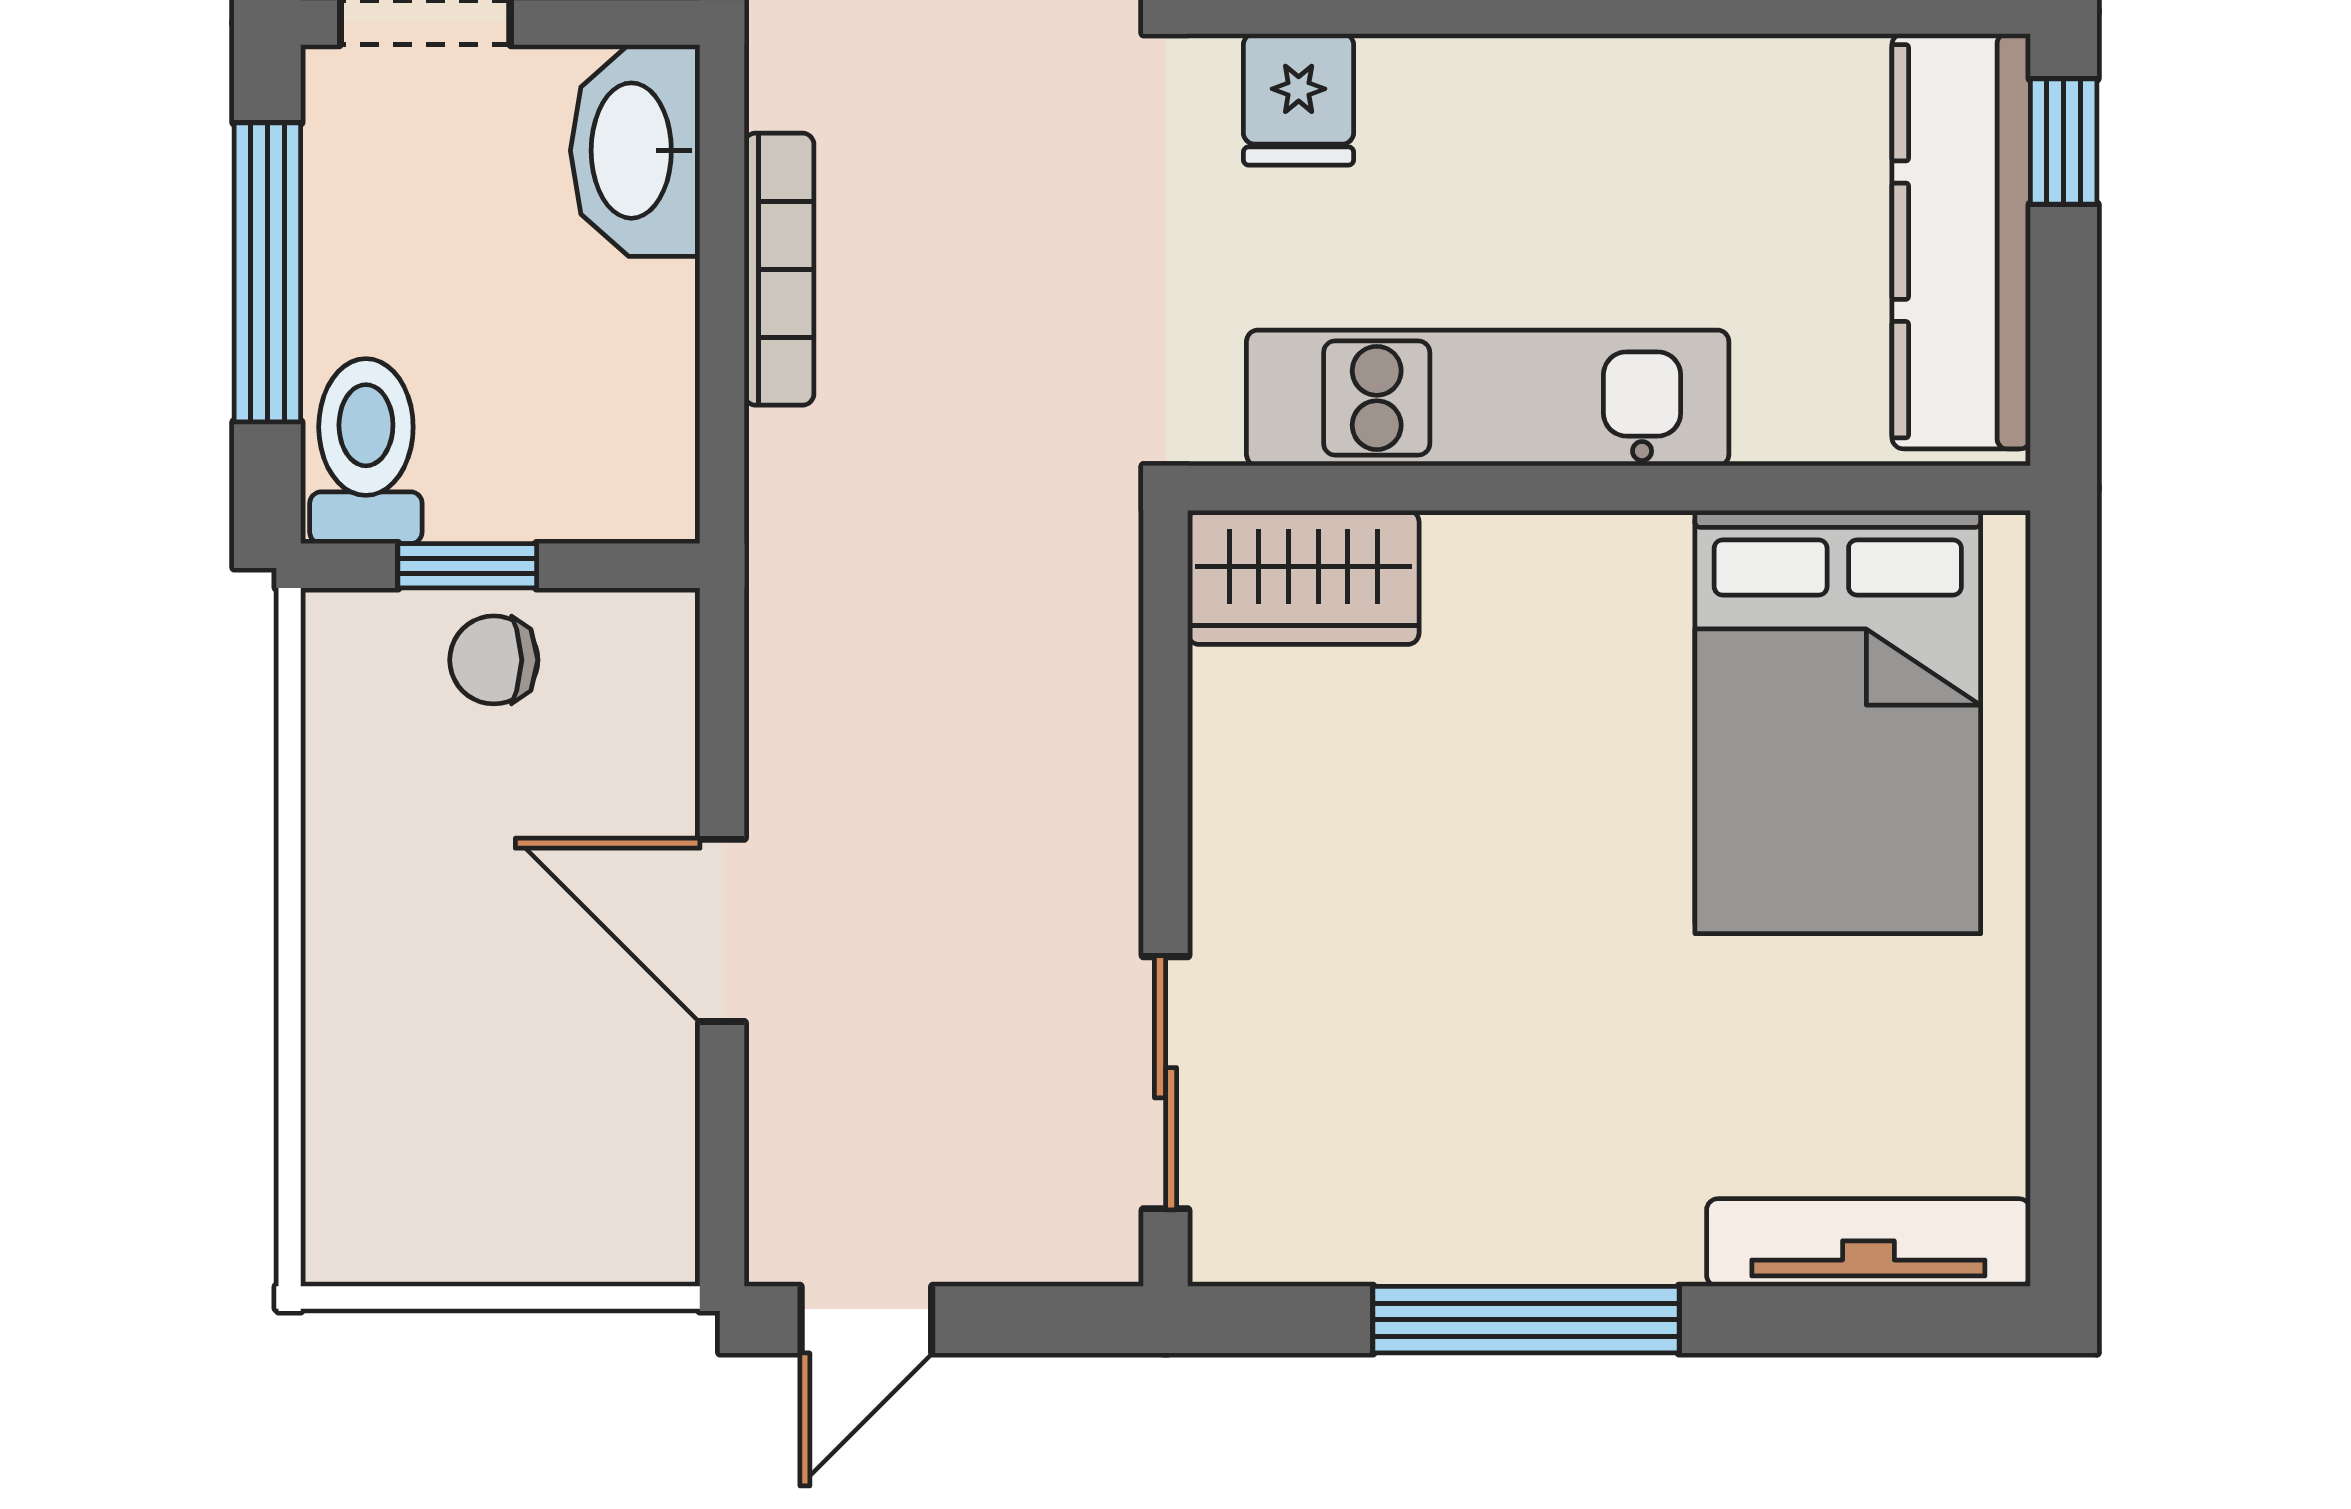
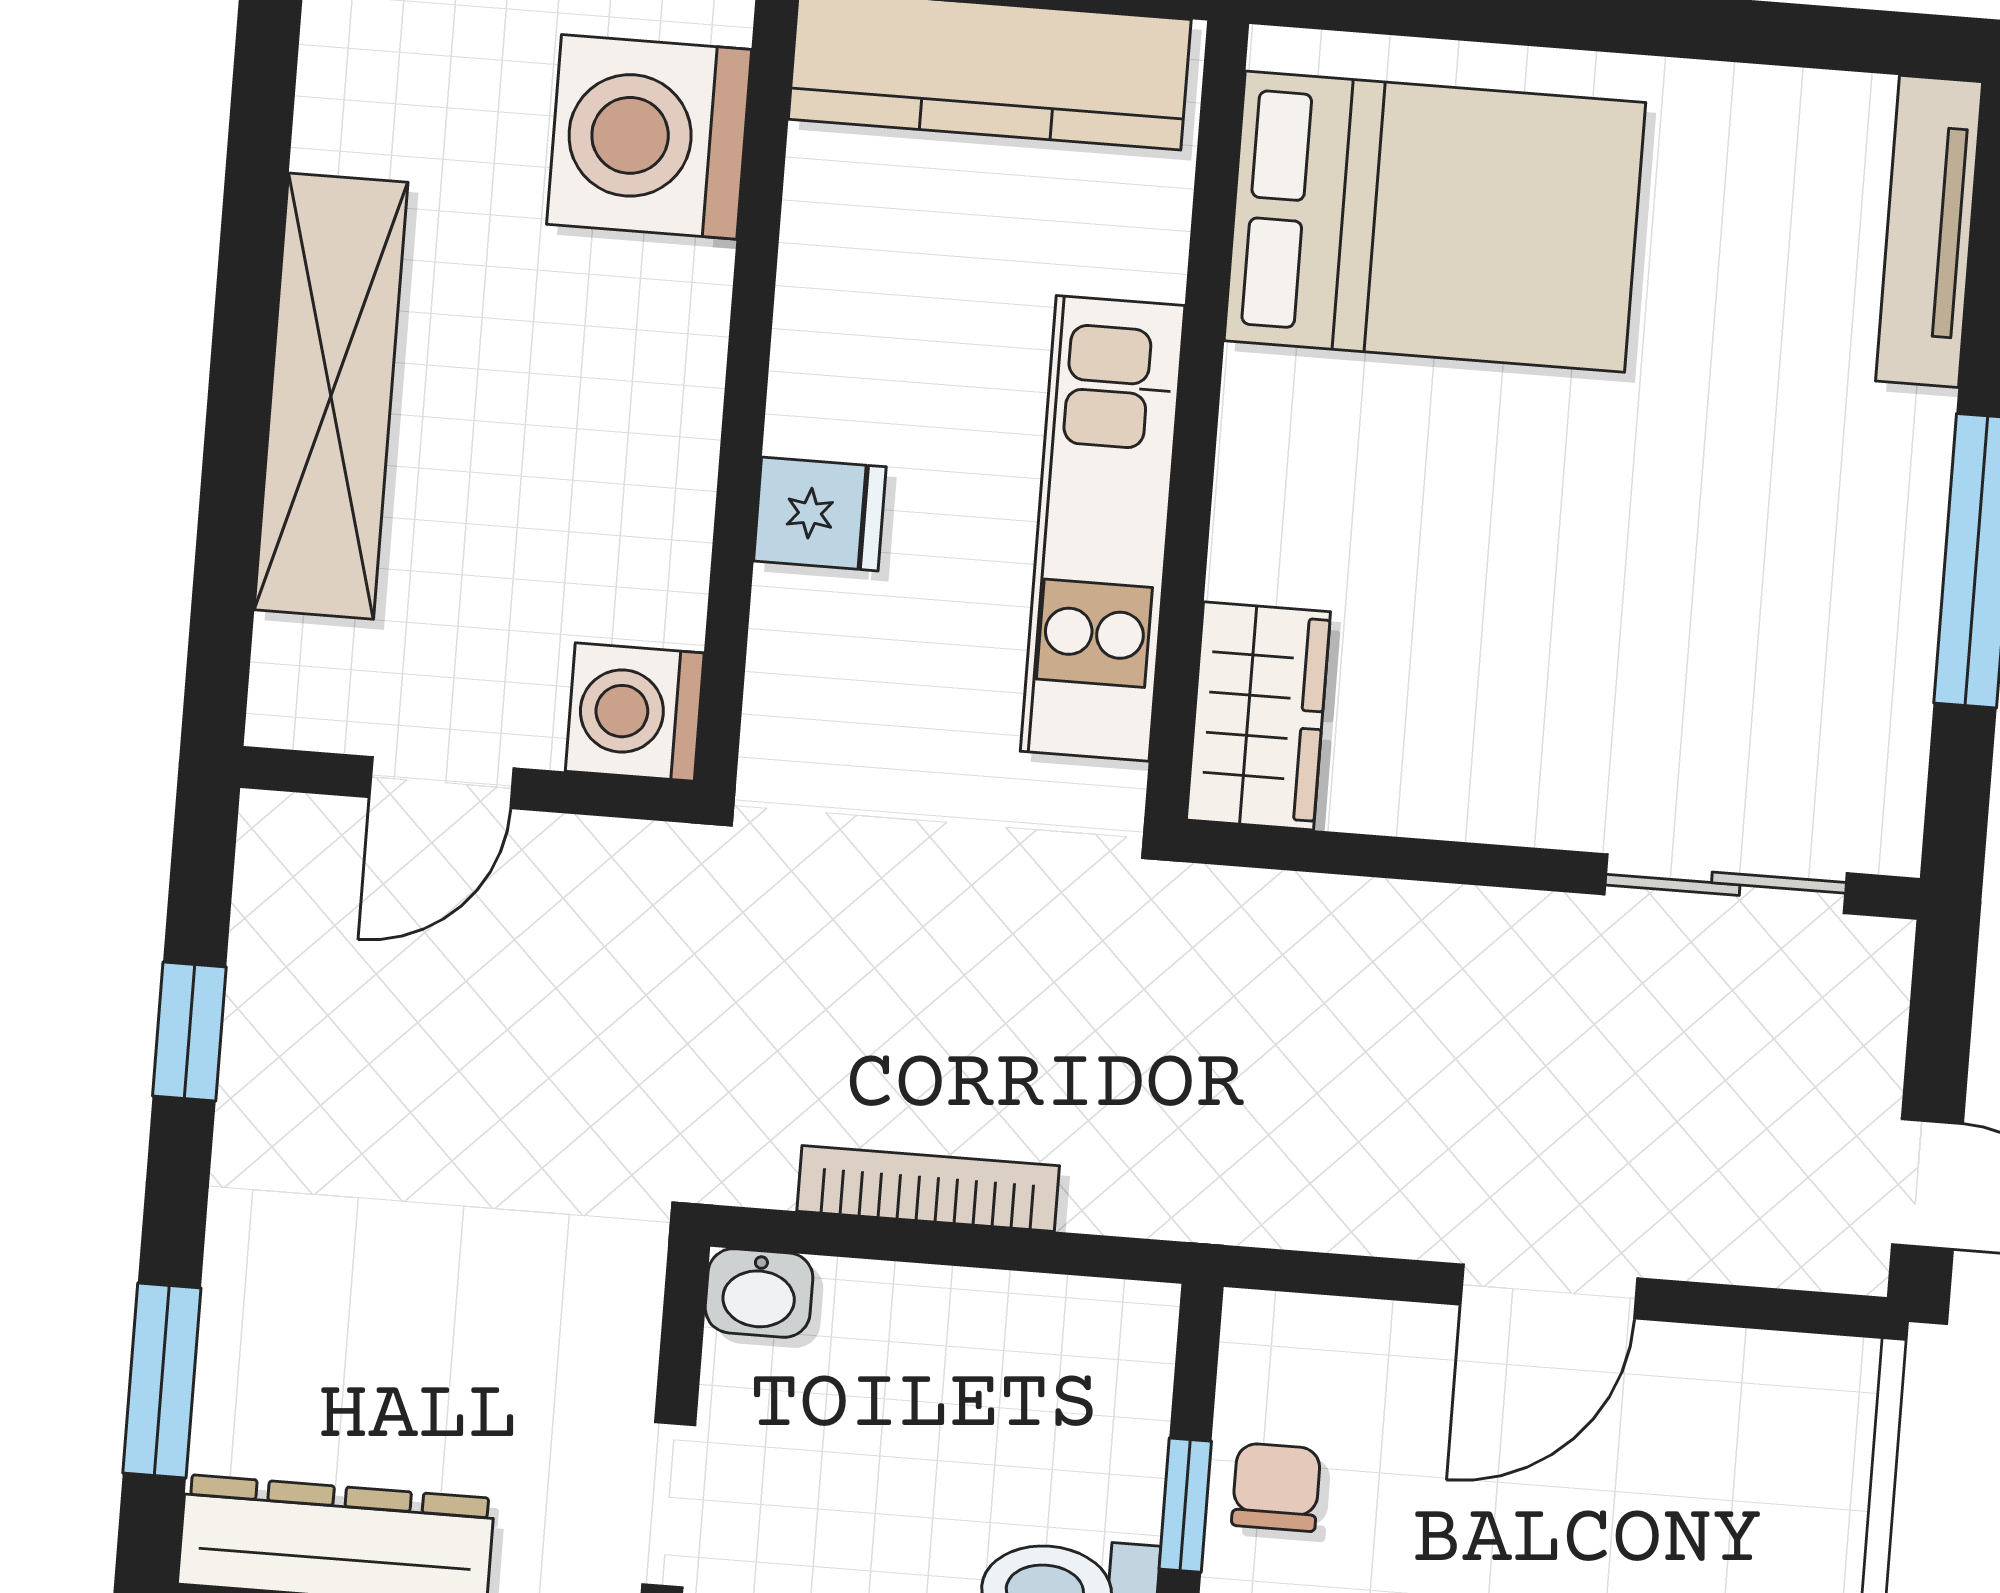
fridge: (1299, 99) -> (820, 514), moved
washbasin: (635, 151) -> (759, 1293), width x0.52, depth x0.69
chair: (494, 660) -> (1276, 1487), turned 180

